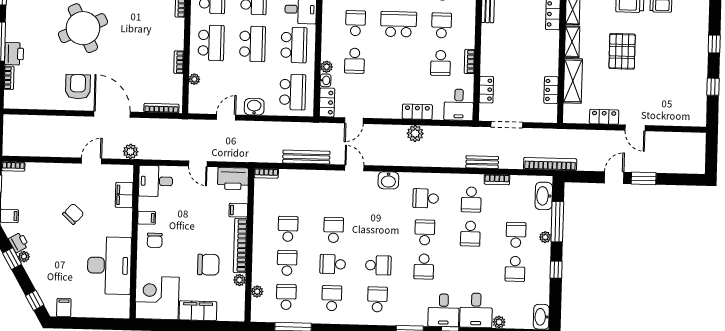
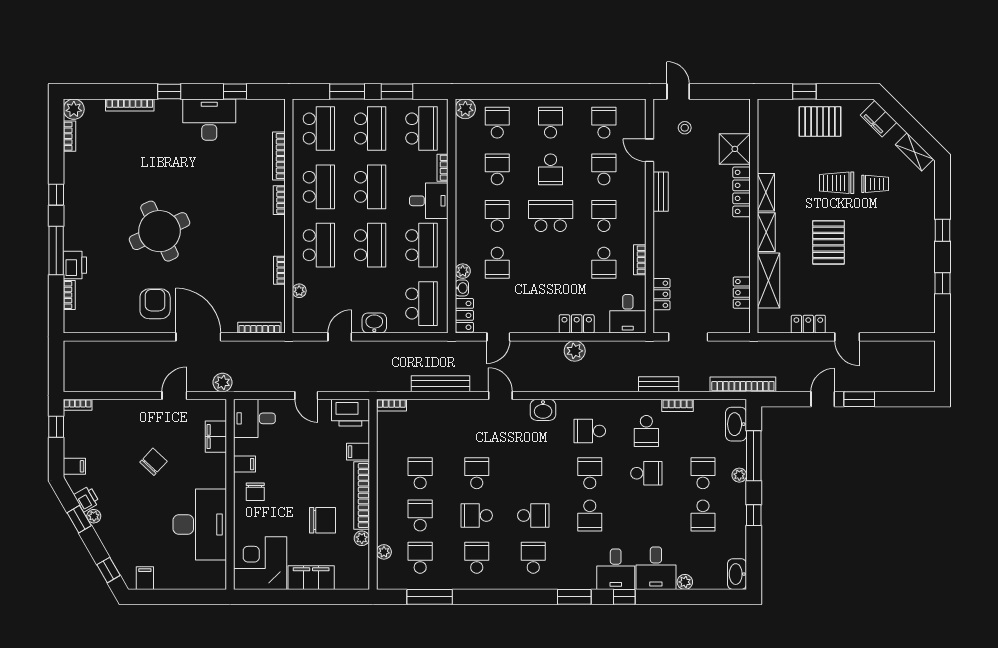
school desk: (470, 234) -> (646, 473), turned -90

